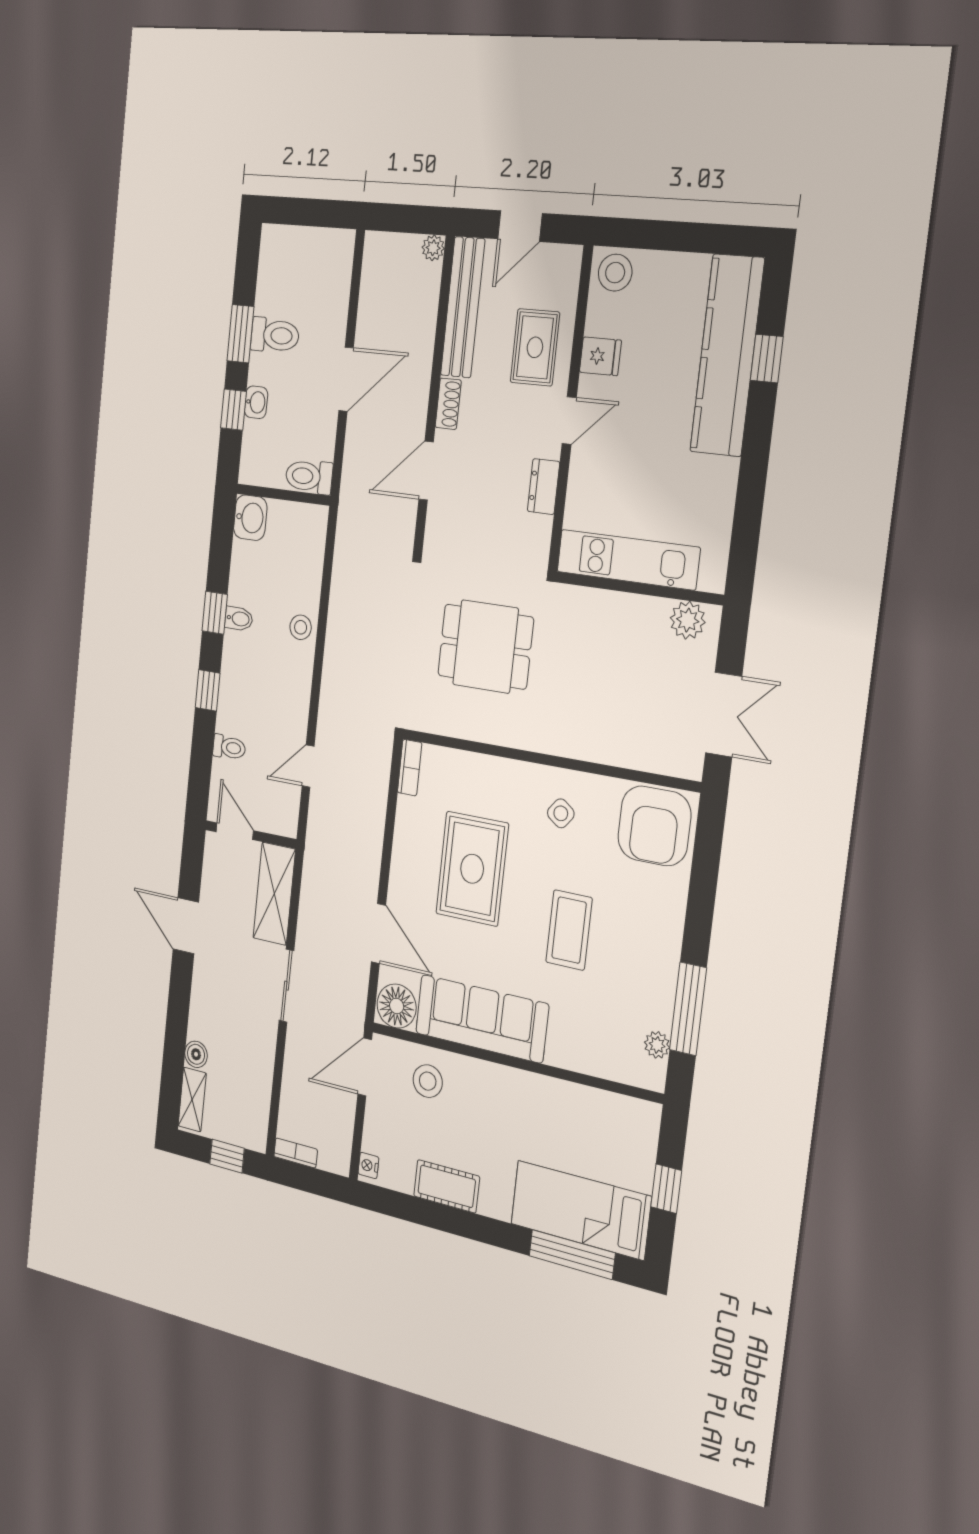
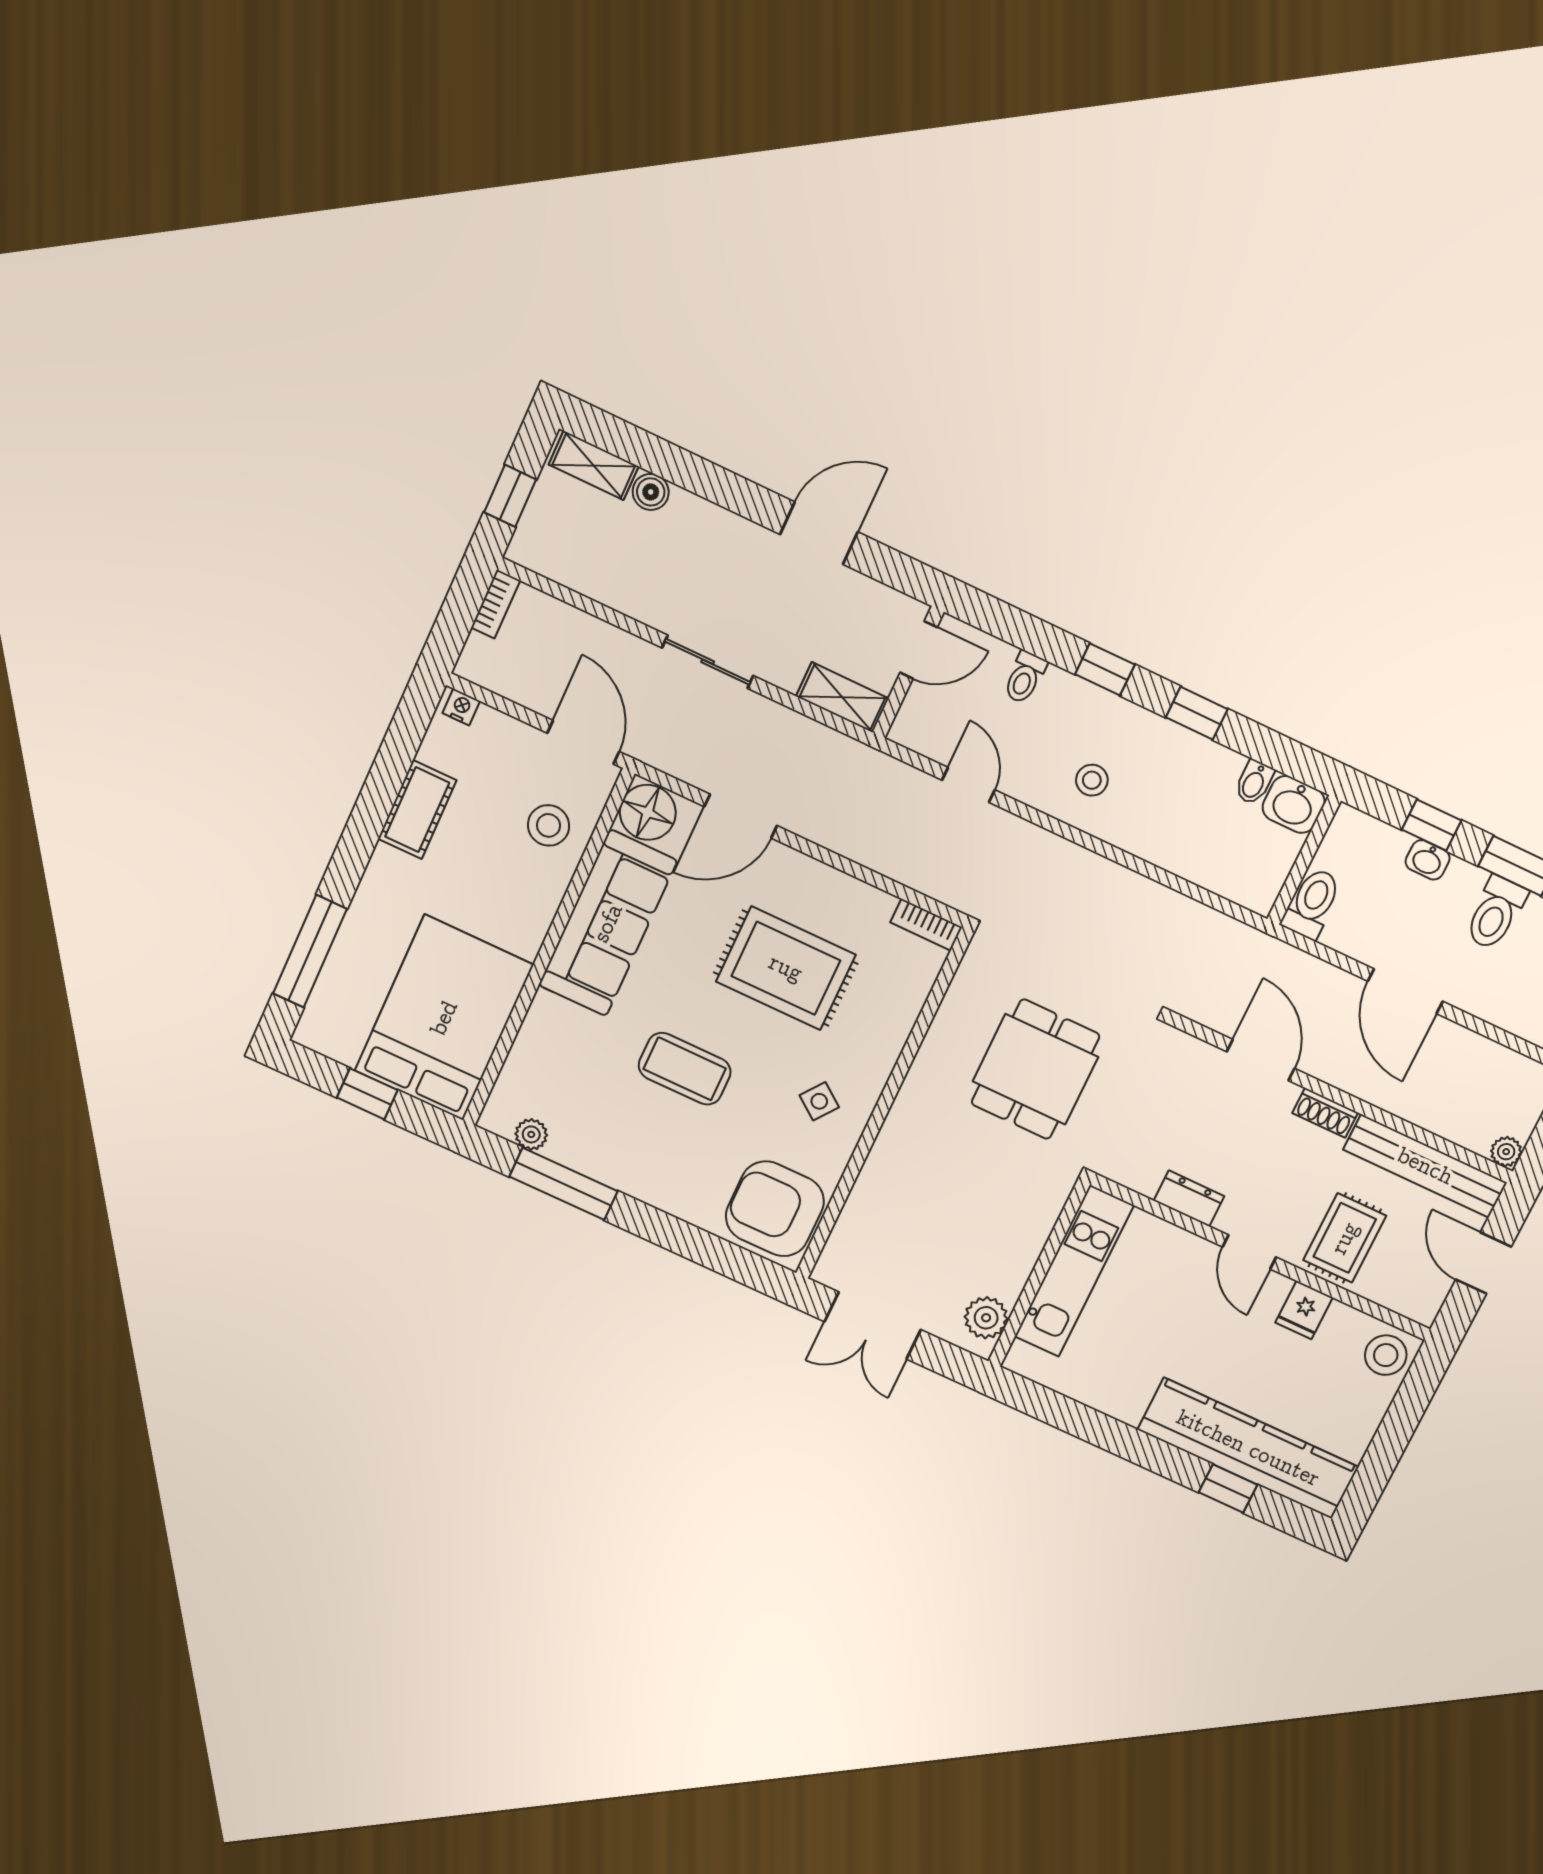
rug: (535, 347) -> (1345, 1238), turned 90
bidet: (239, 619) -> (1254, 782), moved
stool: (301, 627) -> (1092, 780), moved
shelving: (274, 894) -> (842, 697), width x0.67, depth x0.75
bed: (581, 1210) -> (444, 1018), moved, width x1.50

